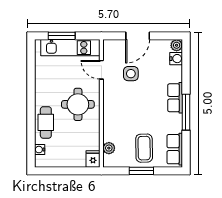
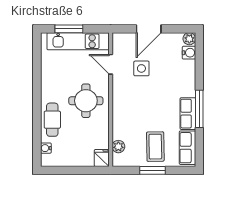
row of seats: (175, 98) -> (188, 114), moved

